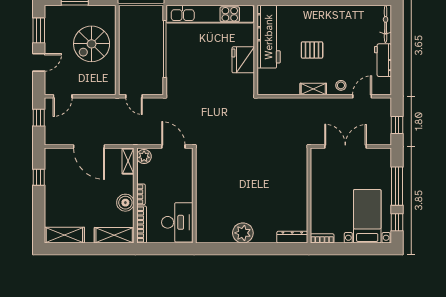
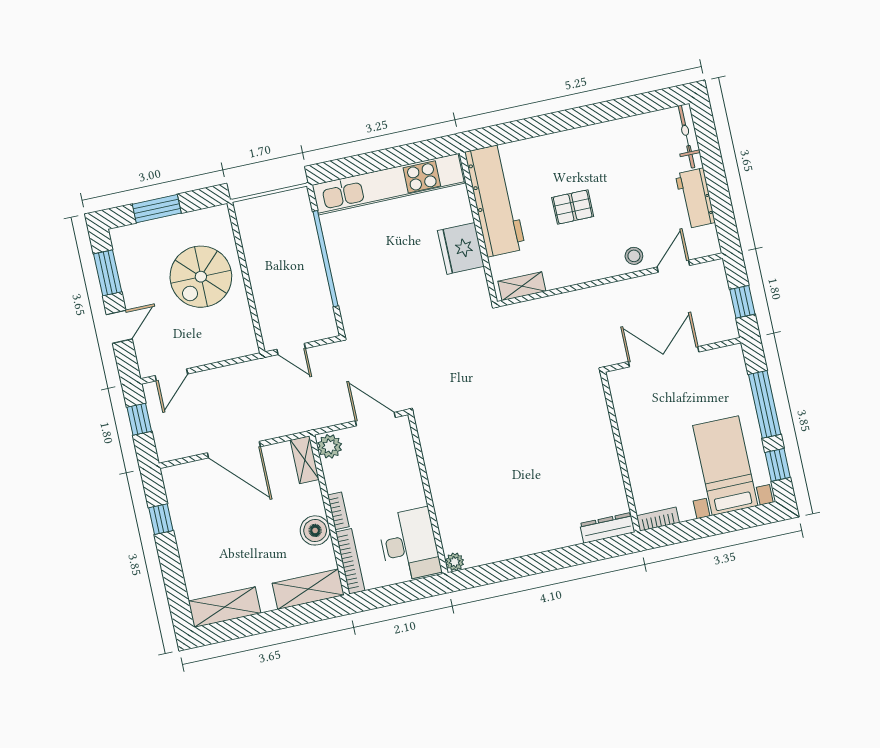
shelving: (313, 89) -> (522, 286), moved
plant: (243, 233) -> (455, 562), moved, width x0.53, depth x0.53

